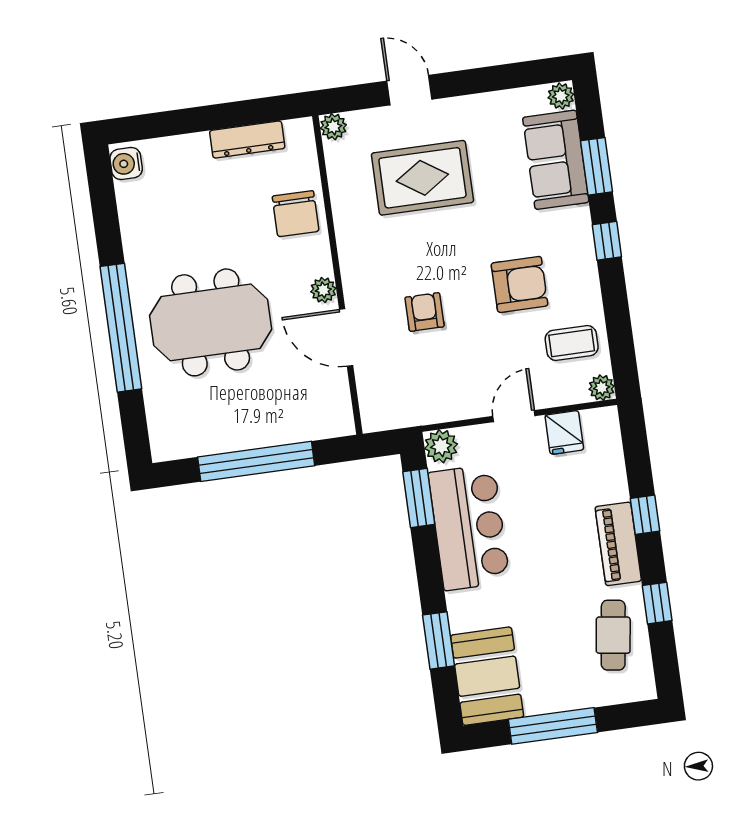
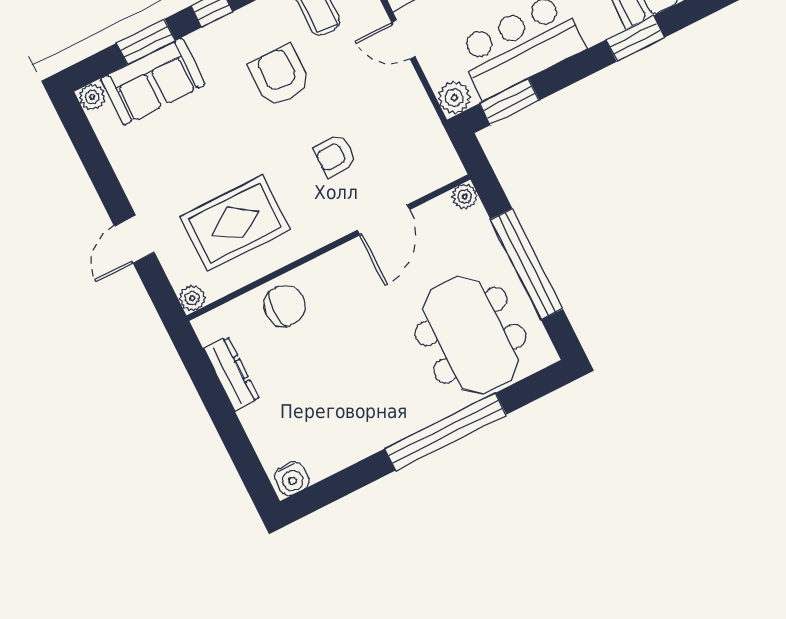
rug: (422, 178) -> (235, 223), moved, turned 90
plant: (323, 290) -> (465, 196), moved
meeting table: (211, 322) -> (470, 335), moved

